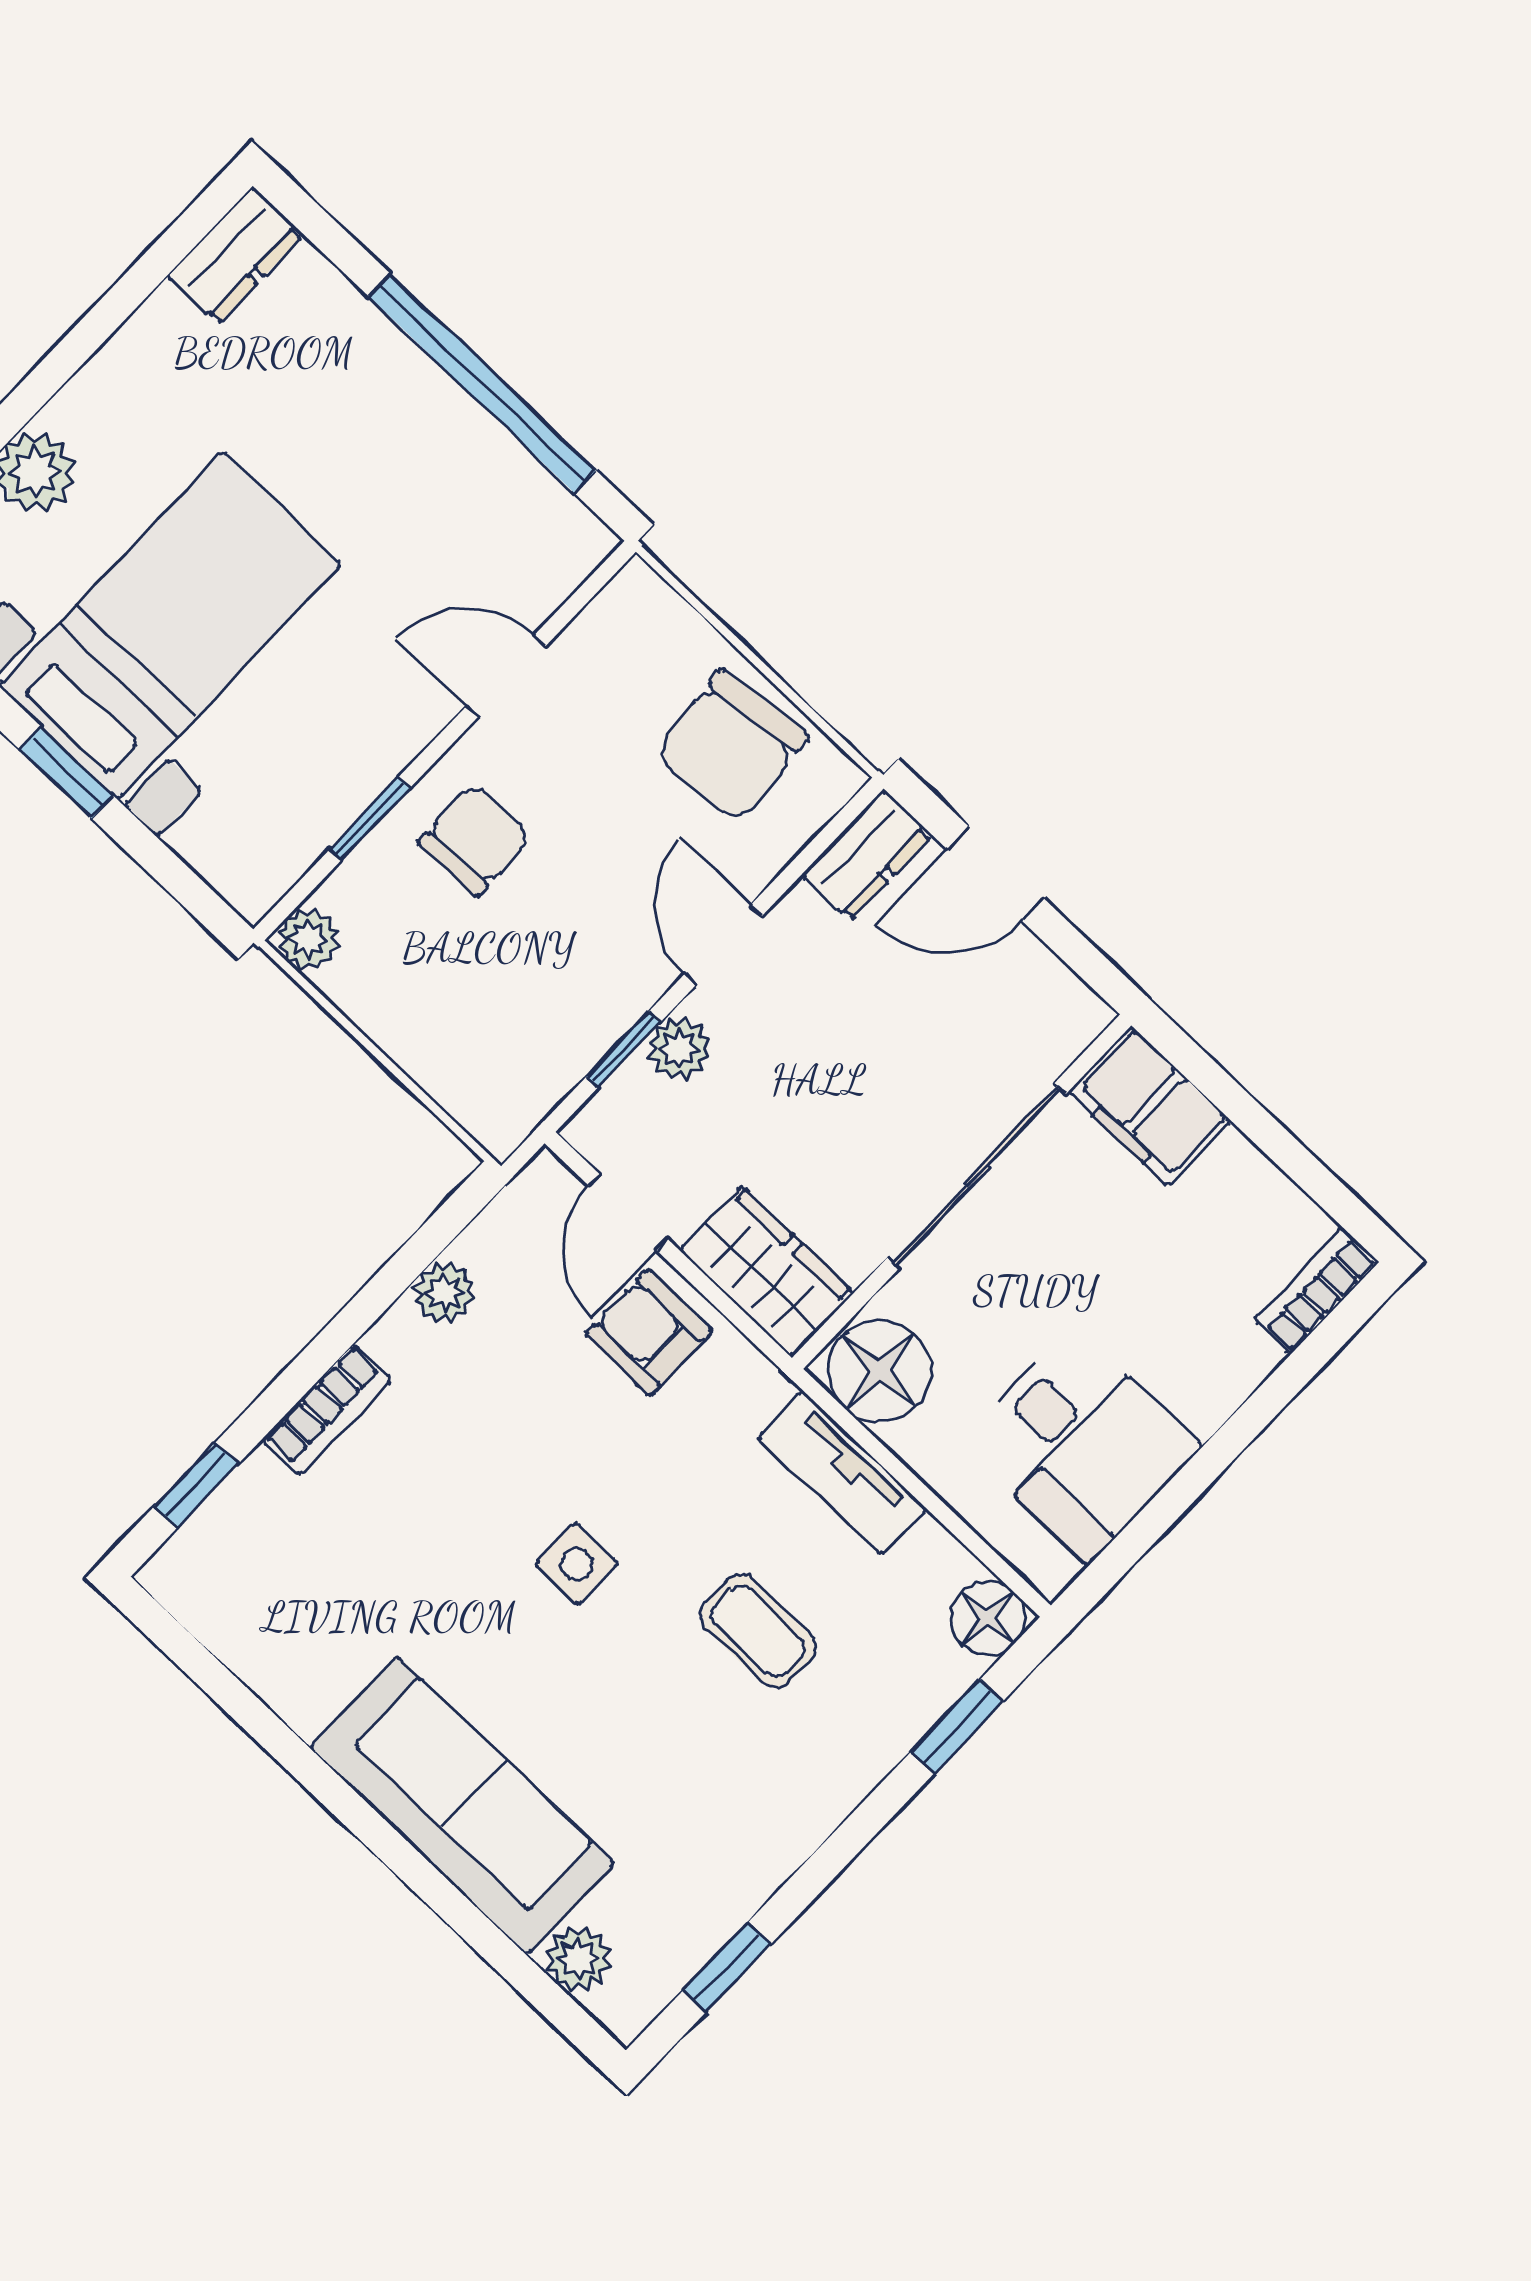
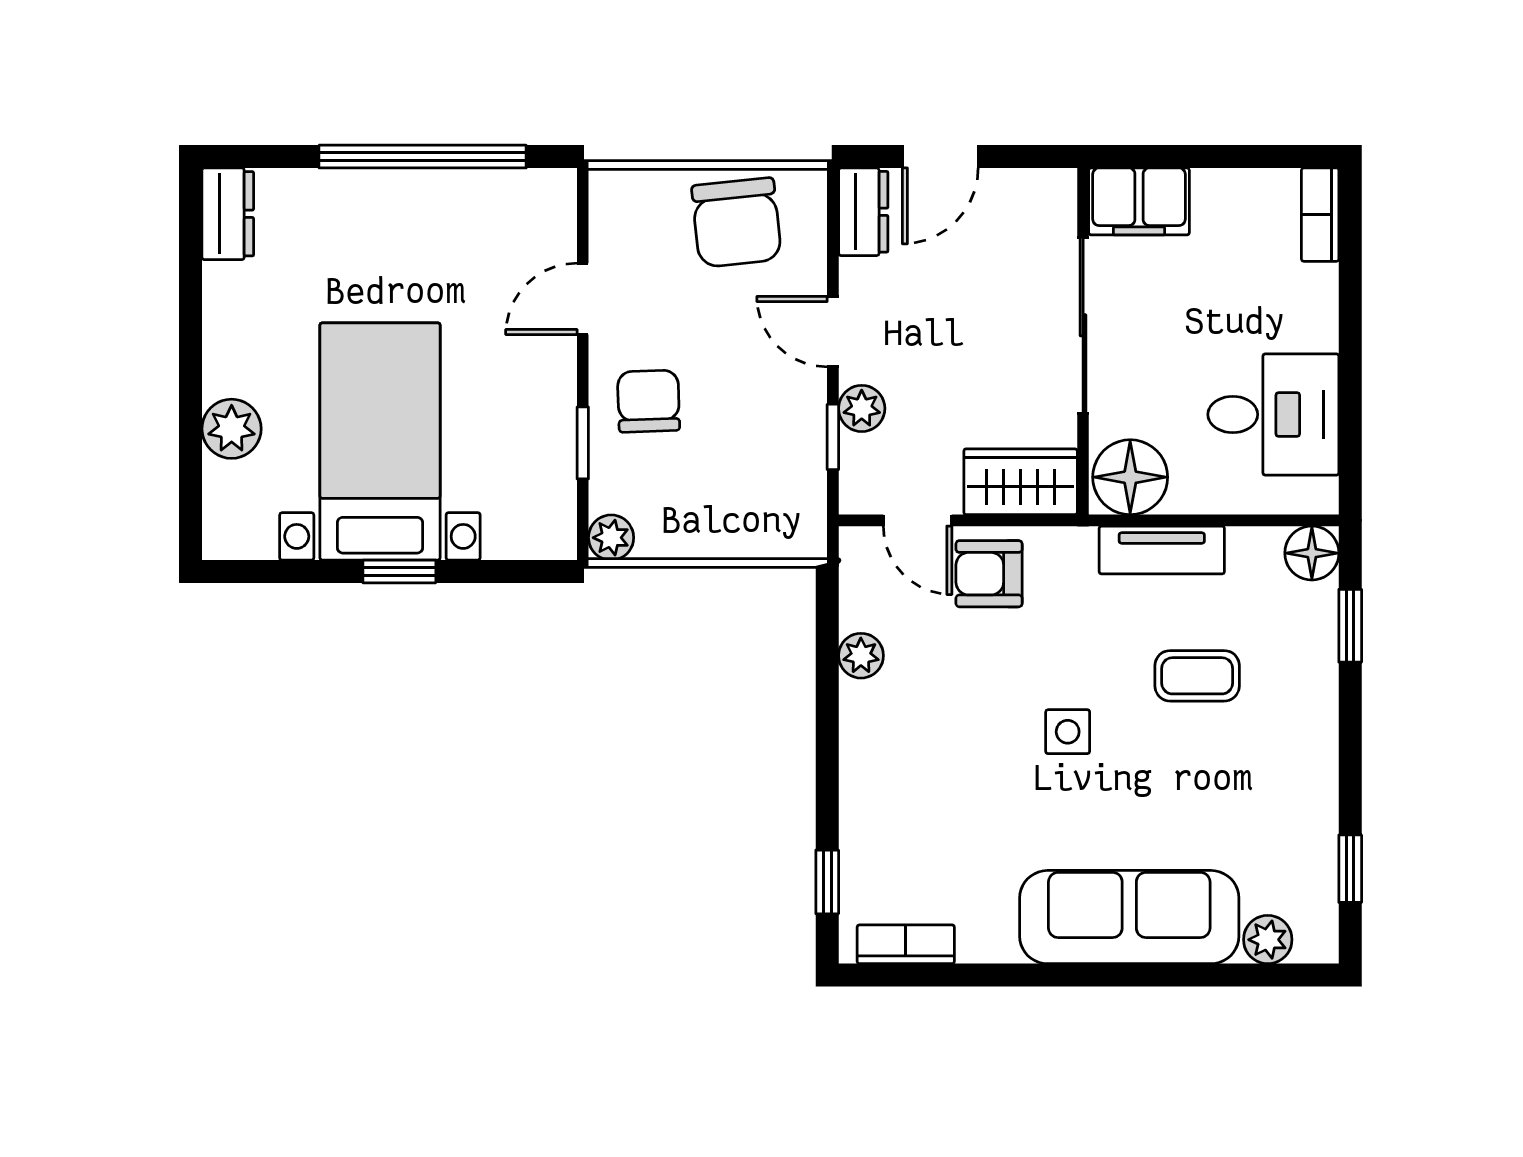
bookcase: (327, 1410) -> (906, 944), moved, turned -90

